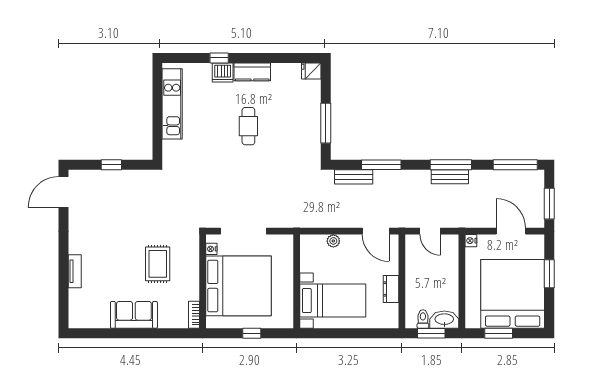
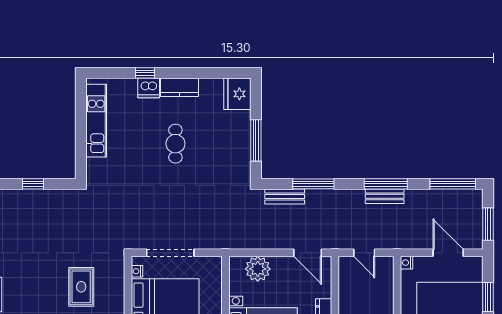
fridge: (311, 71) -> (237, 94), width x1.88, depth x1.34
plant: (333, 241) -> (258, 269), width x1.88, depth x1.88

